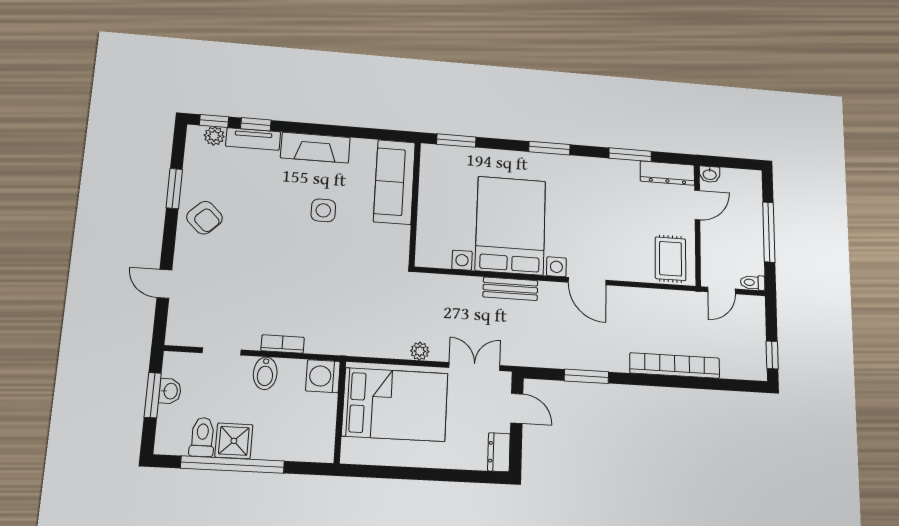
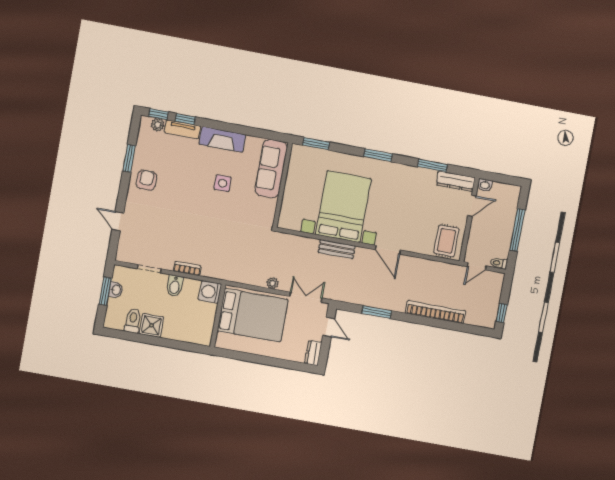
armchair: (205, 218) -> (146, 180), turned -135
window: (233, 465) -> (149, 340), removed

